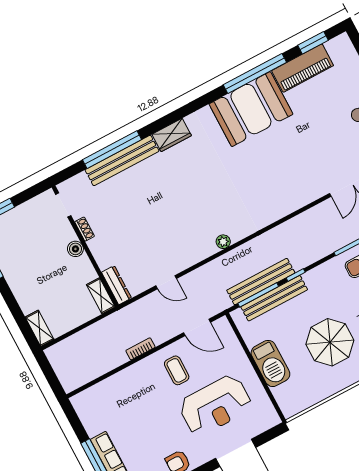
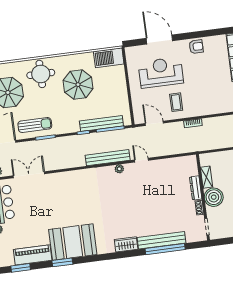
window: (255, 74) -> (62, 262), width x0.47
boiler: (75, 249) -> (214, 197), width x1.86, depth x1.86
door: (166, 282) -> (141, 160), moved
bench: (261, 282) -> (108, 158), moved
dresser: (116, 285) -> (196, 188), moved
shelving: (101, 296) -> (206, 177), moved
barbecue: (270, 363) -> (109, 58), moved, turned -90

